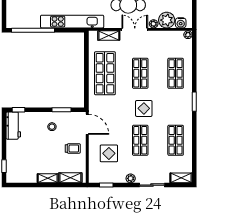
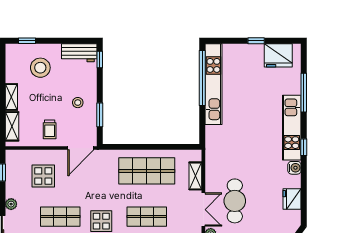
kitchen unit: (72, 22) -> (213, 84), moved
stool: (25, 156) -> (40, 68), added

